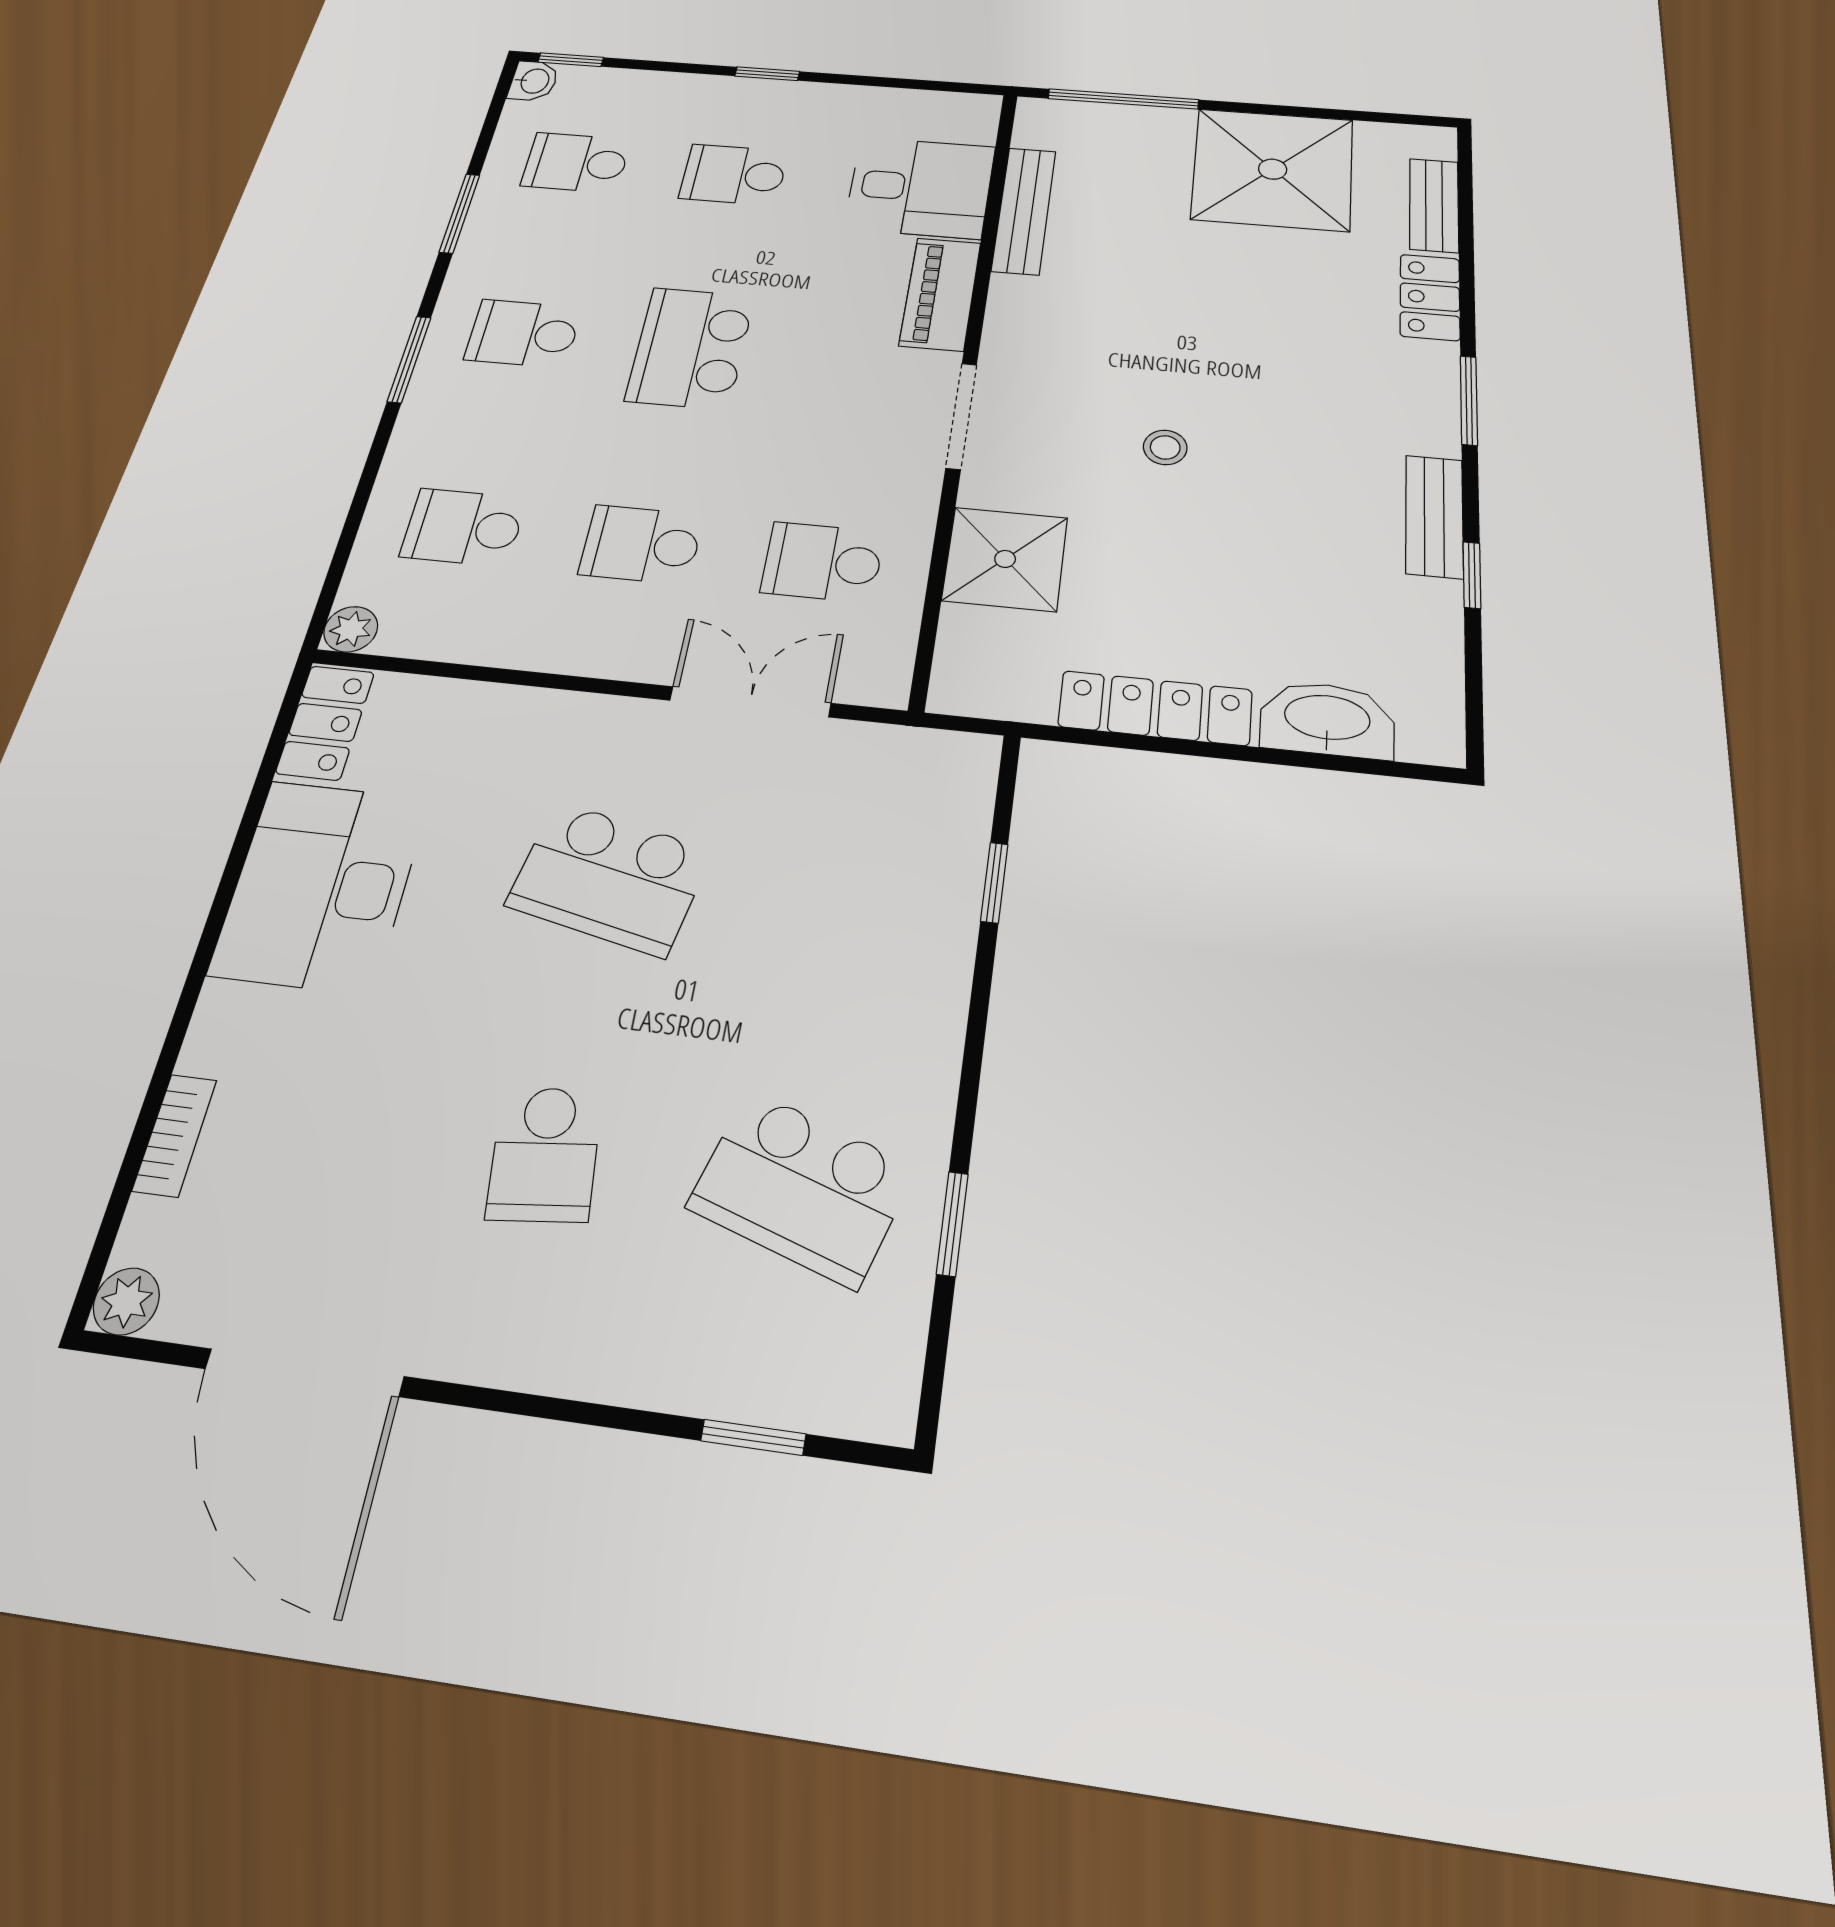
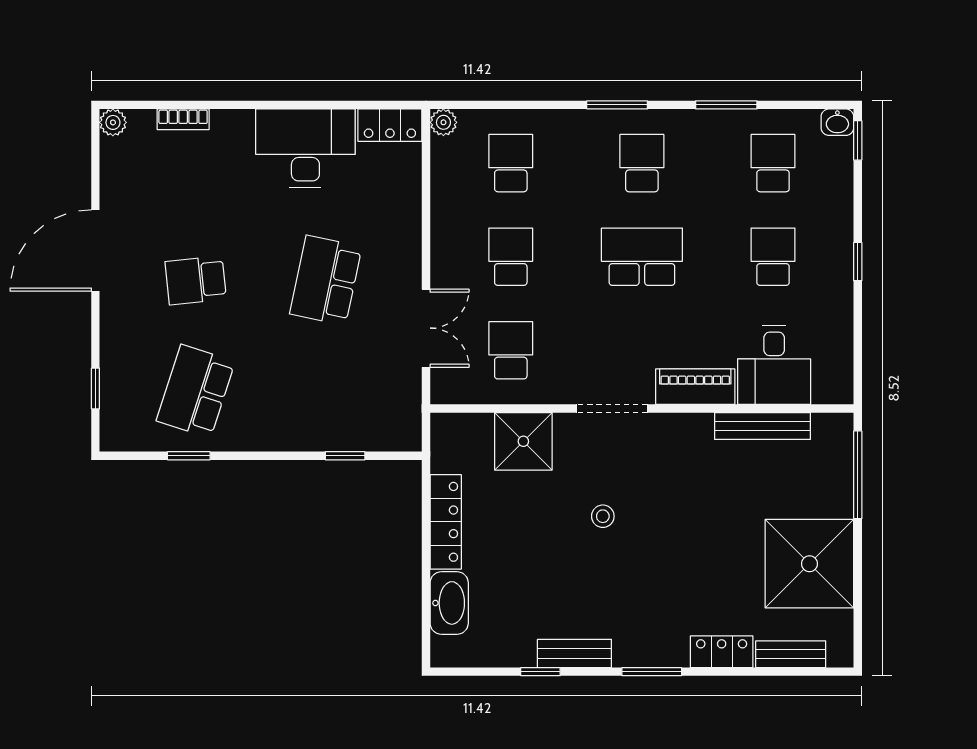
door: (304, 1373) -> (95, 250), moved

